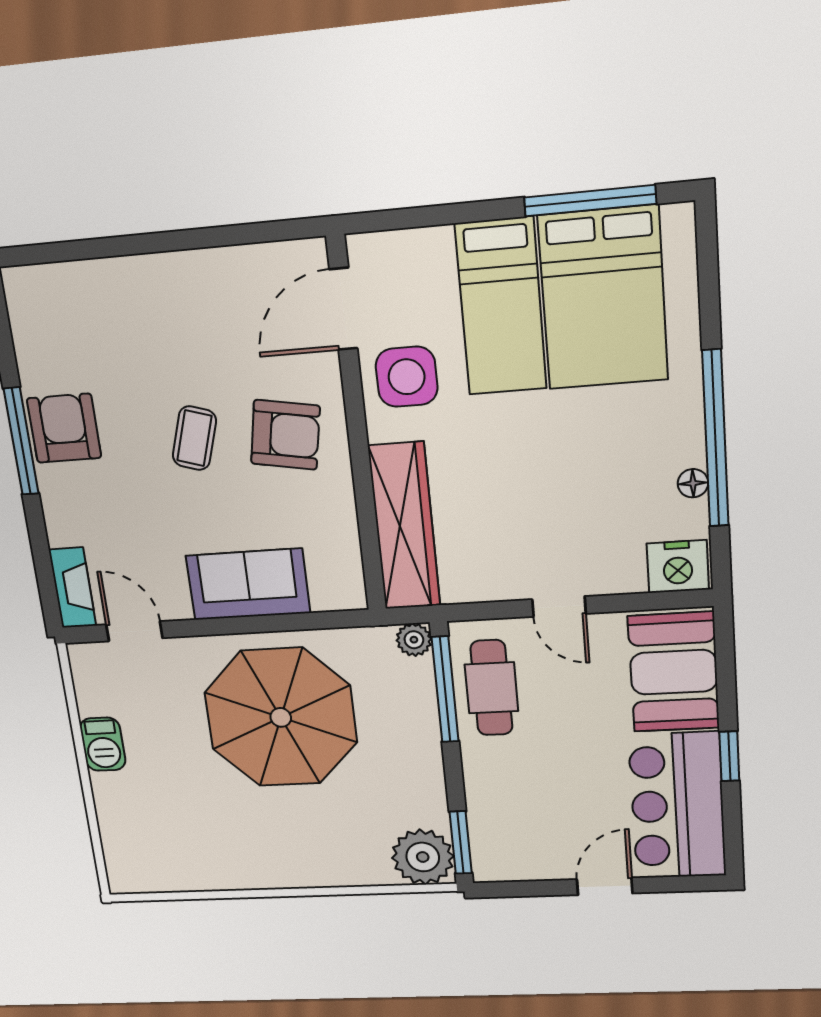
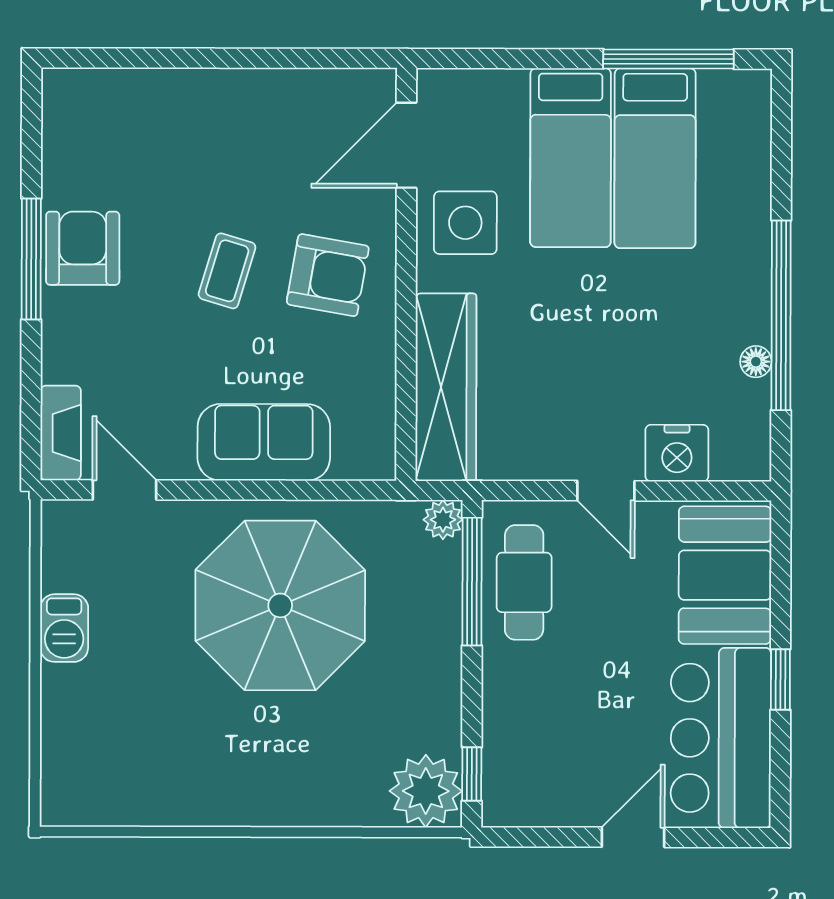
bed: (603, 298) -> (655, 158), width x0.67
nightstand: (678, 567) -> (677, 453), moved
window: (461, 843) -> (472, 774), width x0.67

